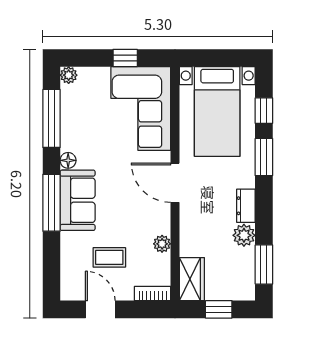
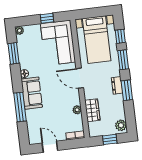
window: (51, 118) -> (13, 53), width x0.69
window: (51, 203) -> (20, 107), moved
plant: (244, 235) -> (121, 125), moved
coffee table: (109, 257) -> (51, 120), removed
window: (264, 264) -> (127, 90), moved
wardrobe: (192, 279) -> (92, 110), moved

